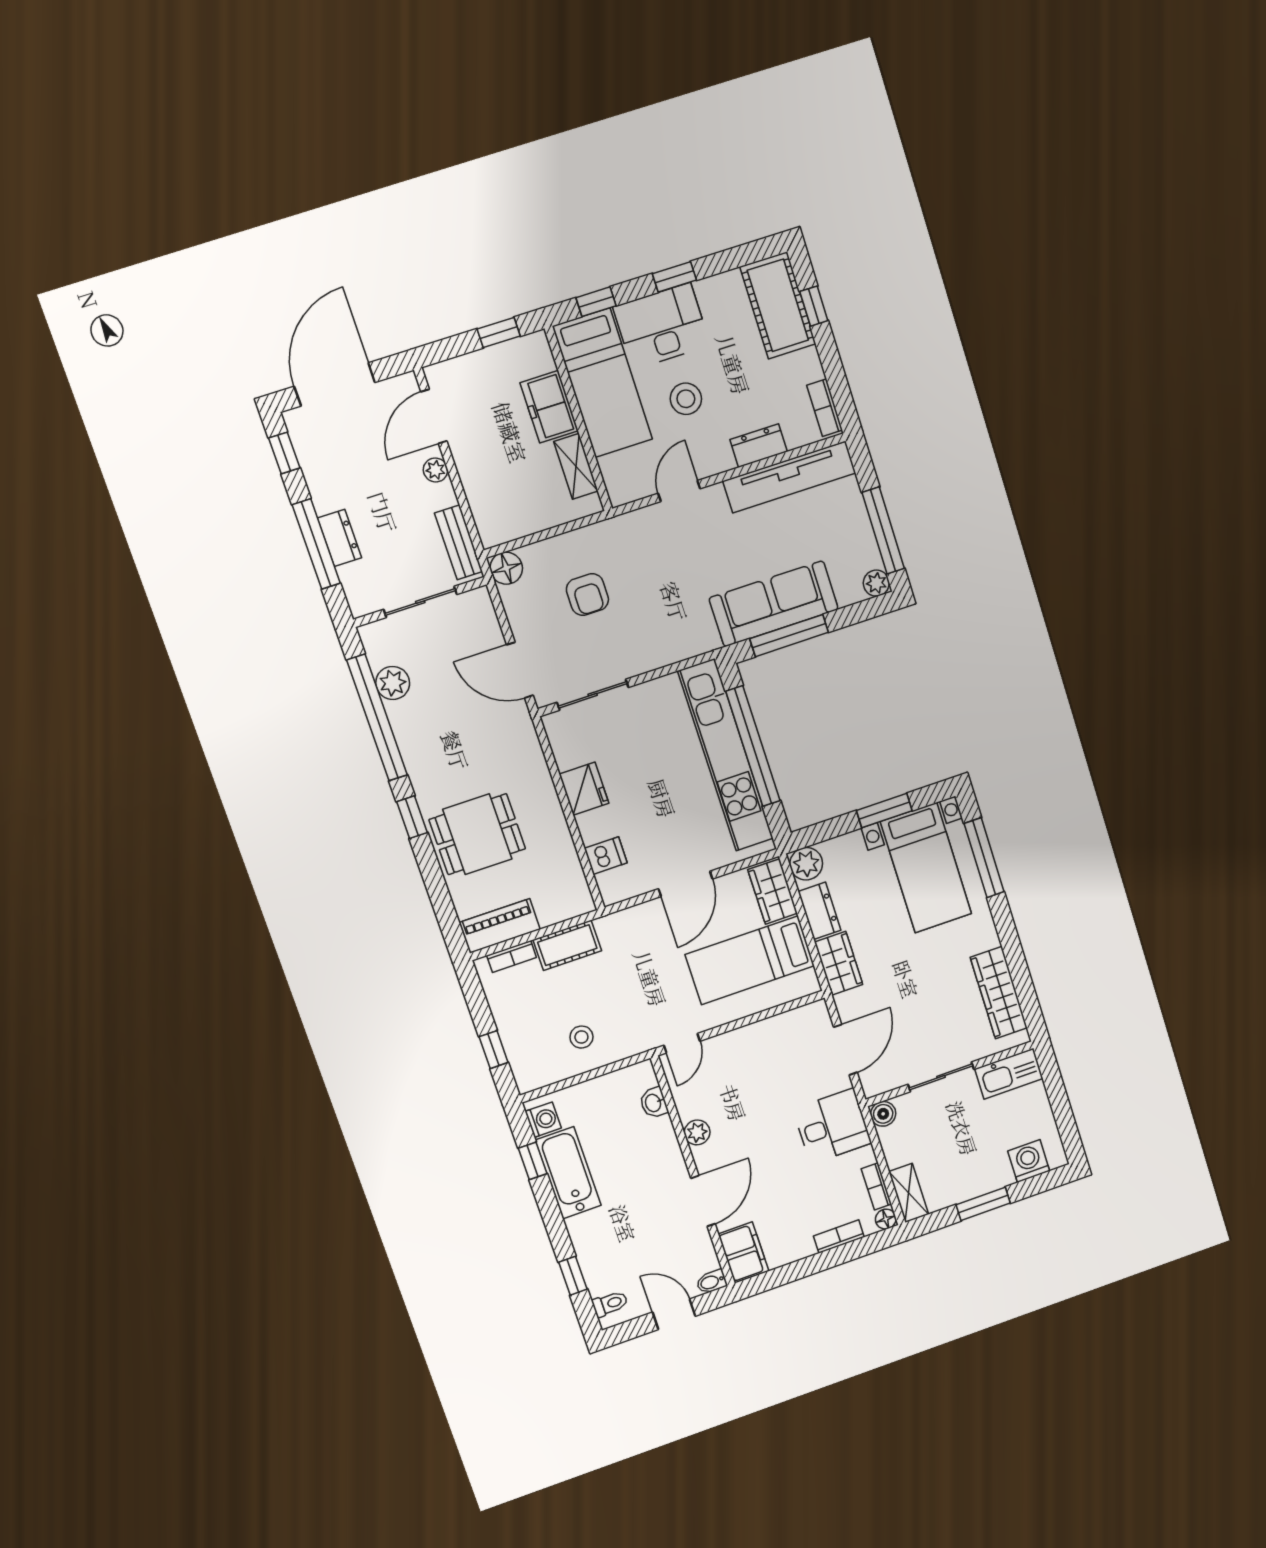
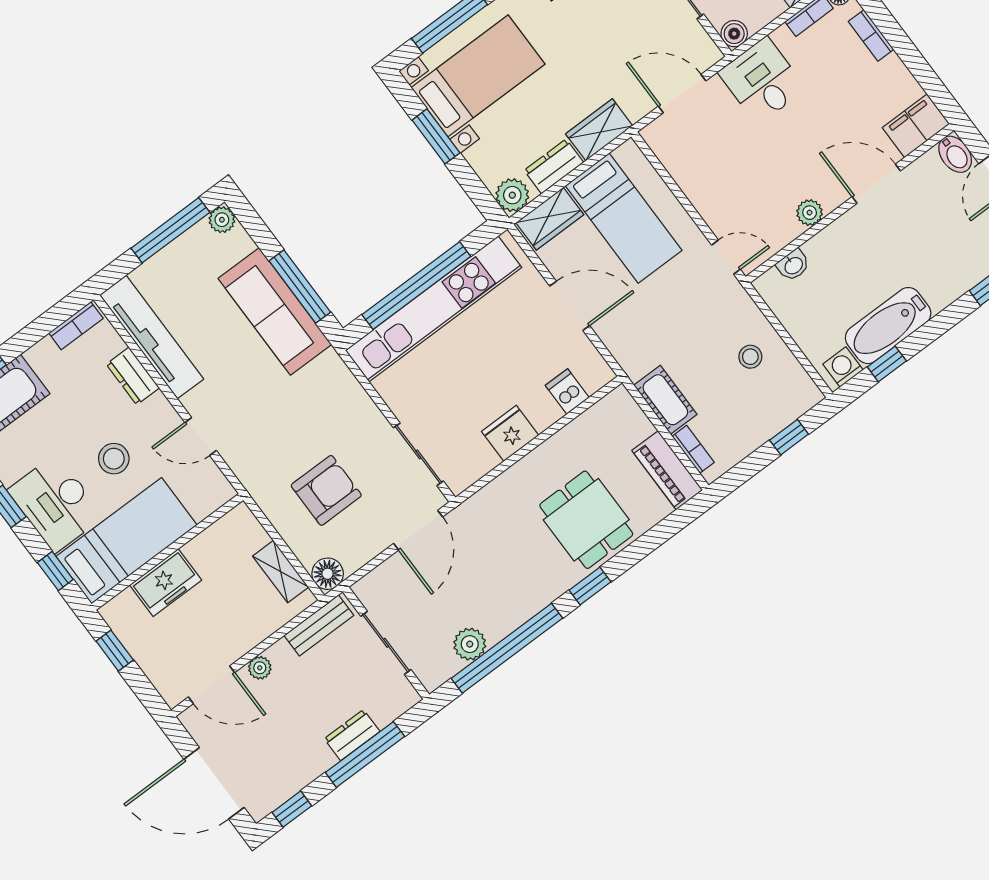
shelving: (576, 466) -> (281, 572), moved, turned 90
armchair: (587, 594) -> (326, 490), width x1.38, depth x1.38
bidet: (712, 1282) -> (955, 154), width x1.38, depth x1.36

